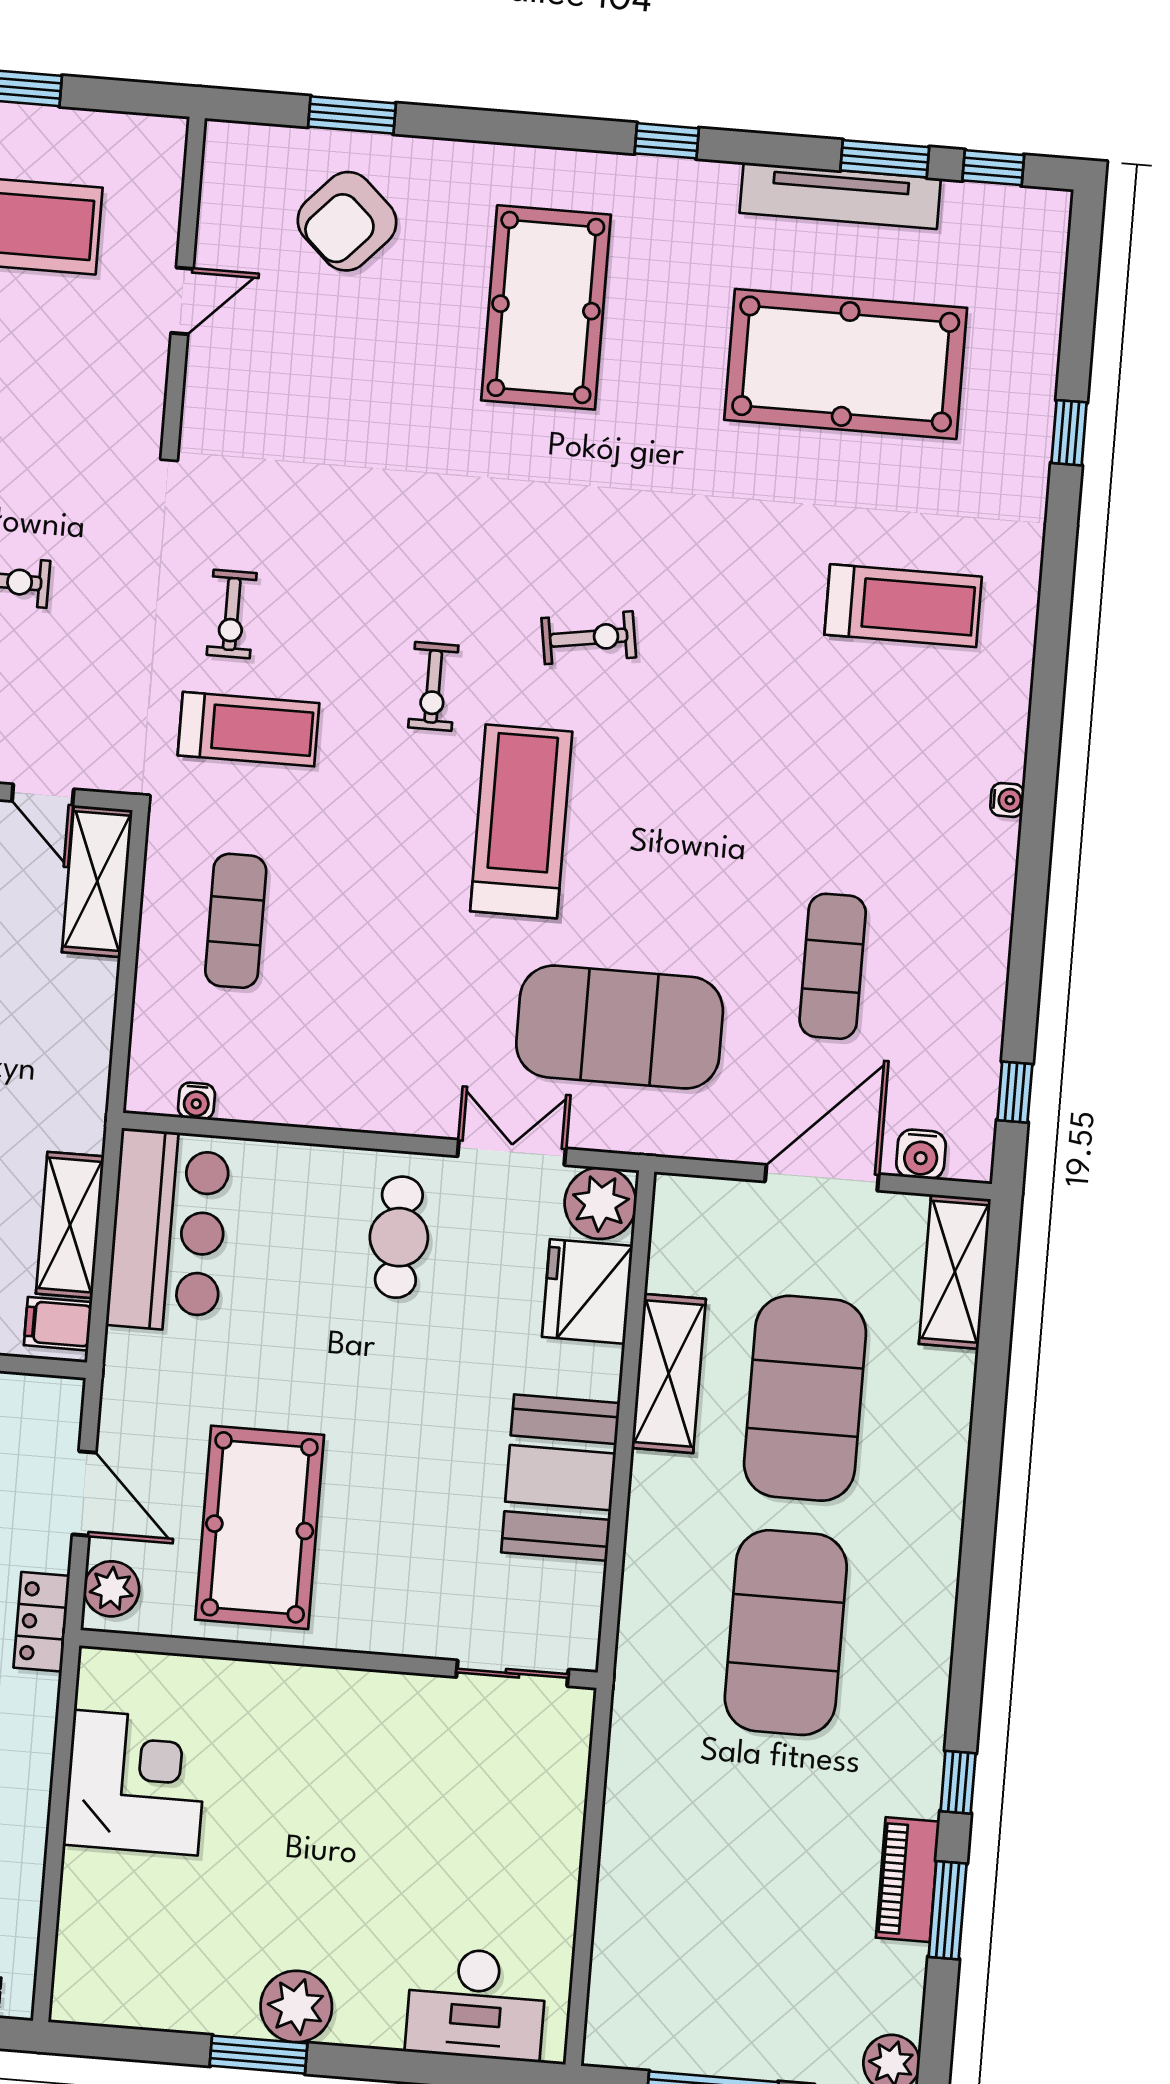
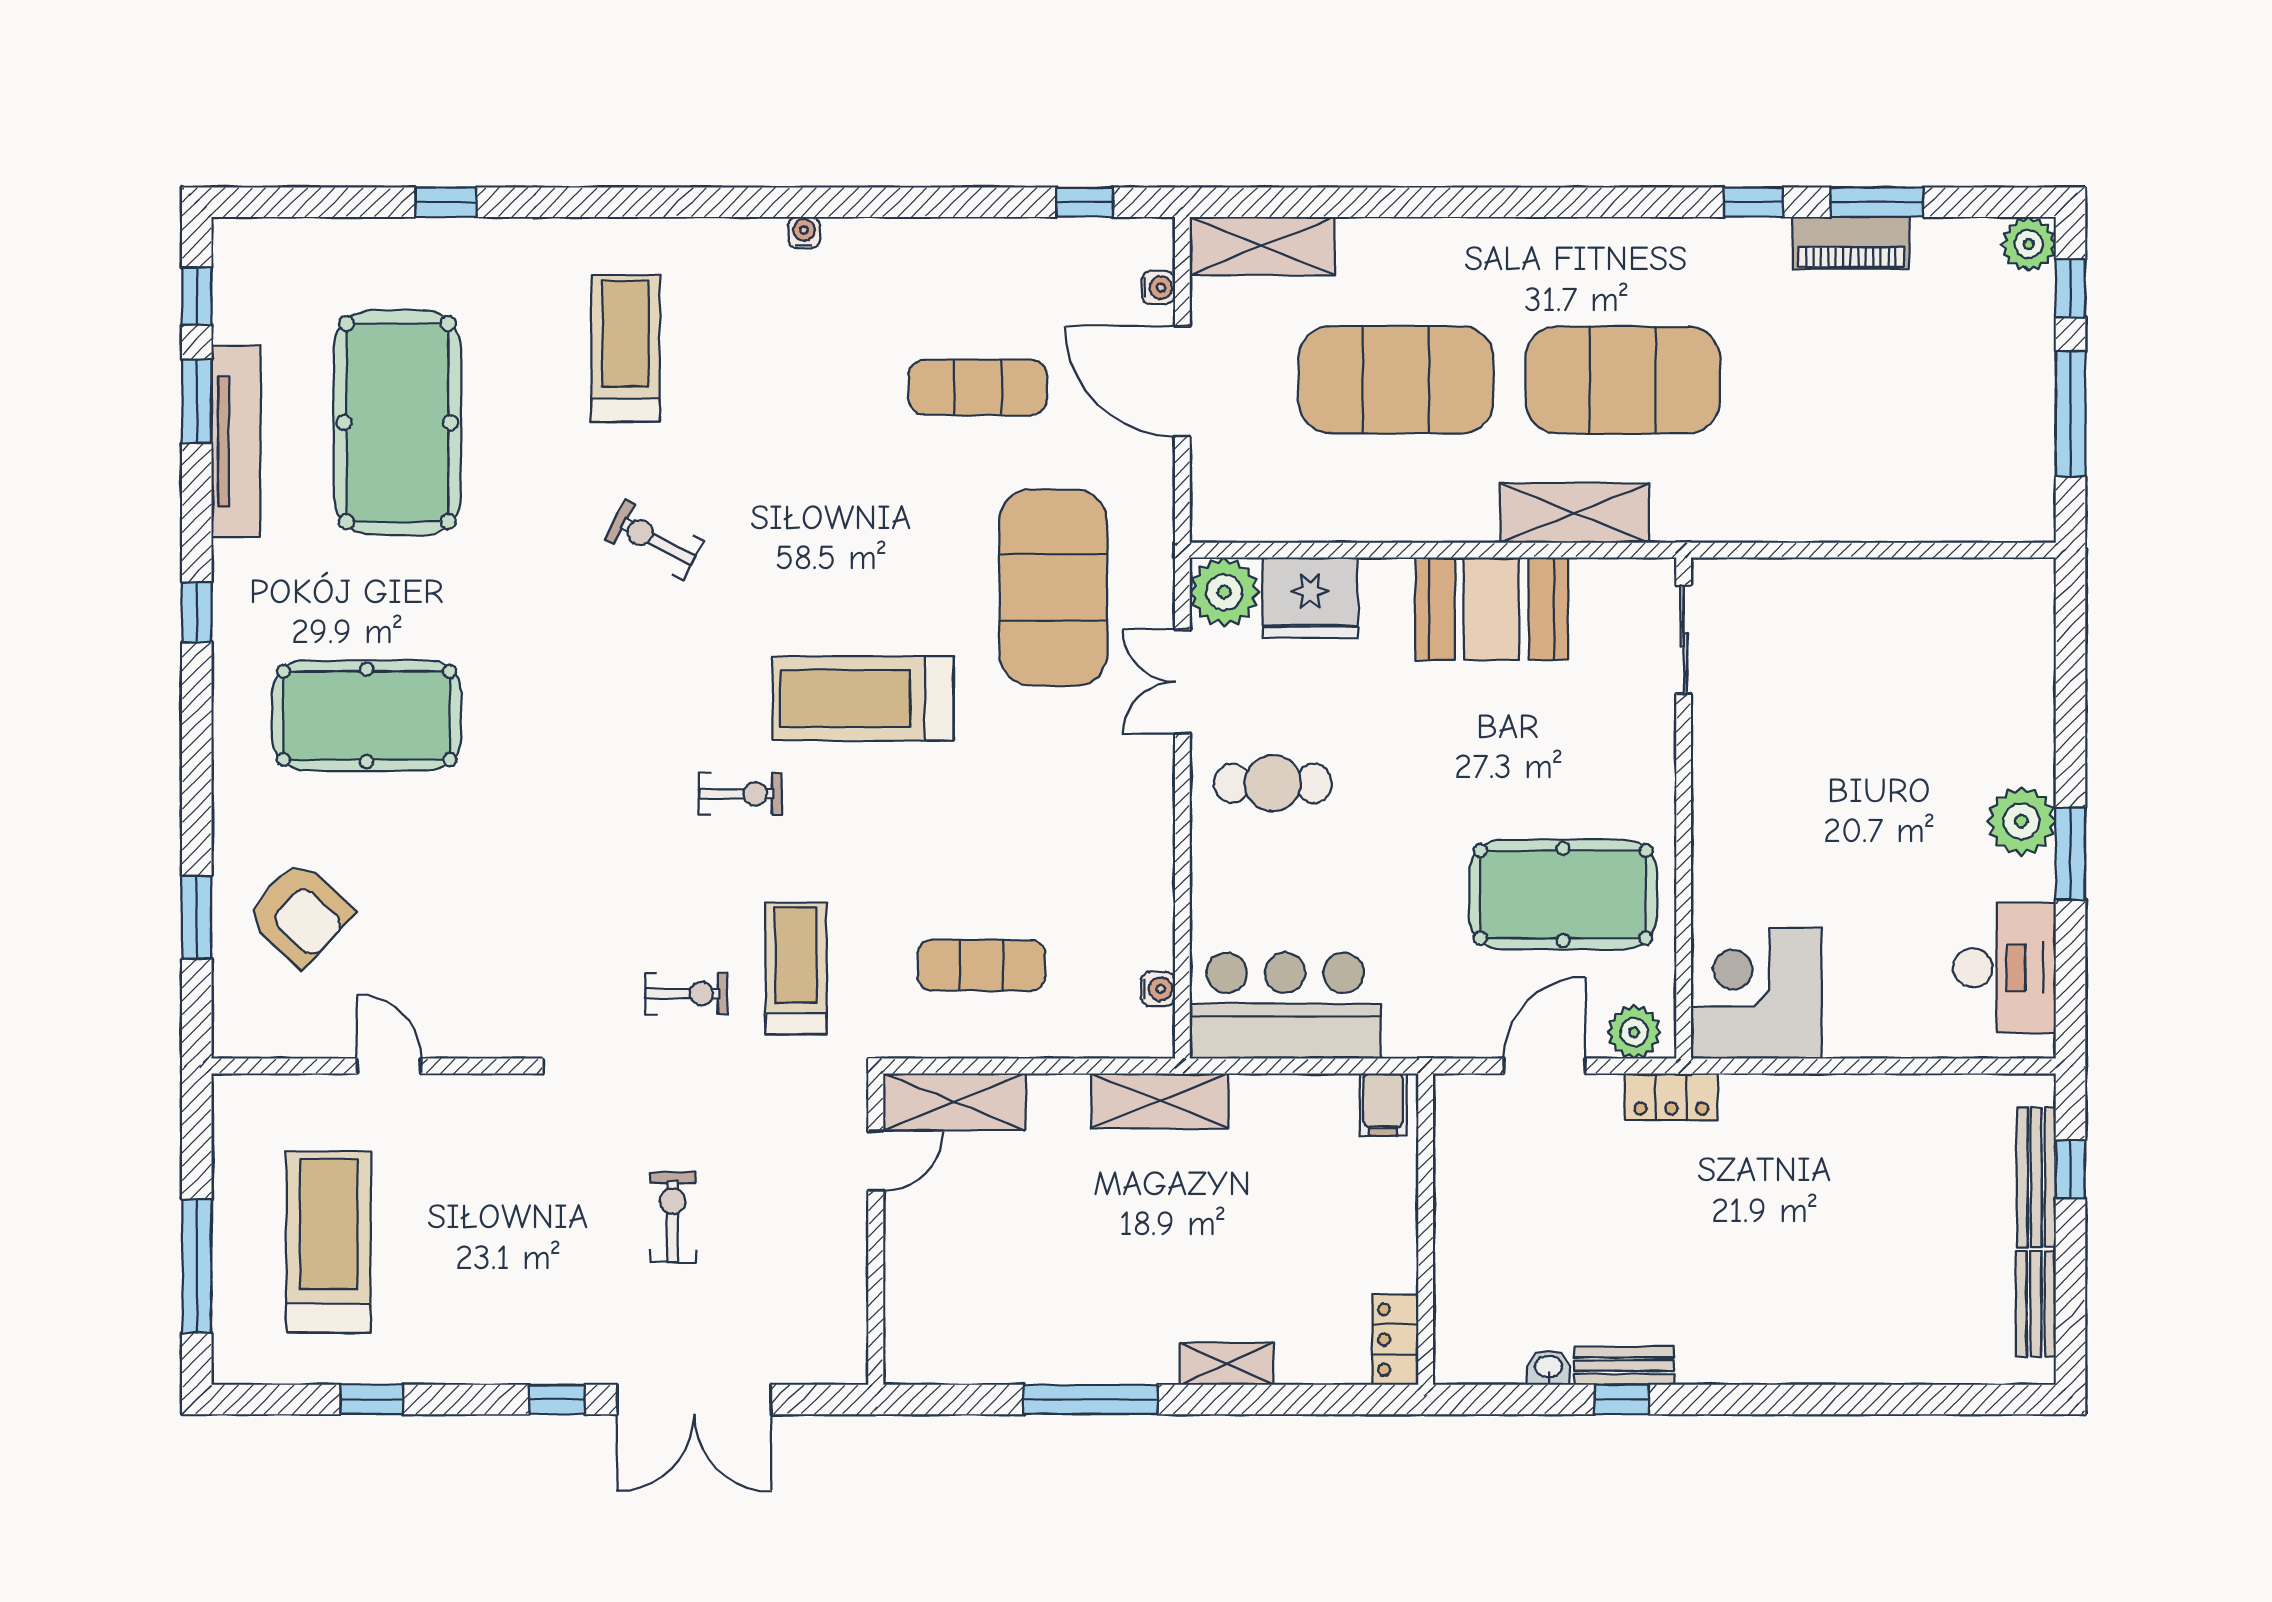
exercise bike: (589, 638) -> (654, 540), moved, turned -53
water cooler: (921, 1154) -> (1158, 288), width x0.72, depth x0.72
shelving: (70, 1225) -> (1159, 1101), moved
shelving: (669, 1373) -> (1575, 513), moved
corner desk: (136, 1783) -> (1756, 993), moved
desk: (476, 2004) -> (2005, 968), moved

